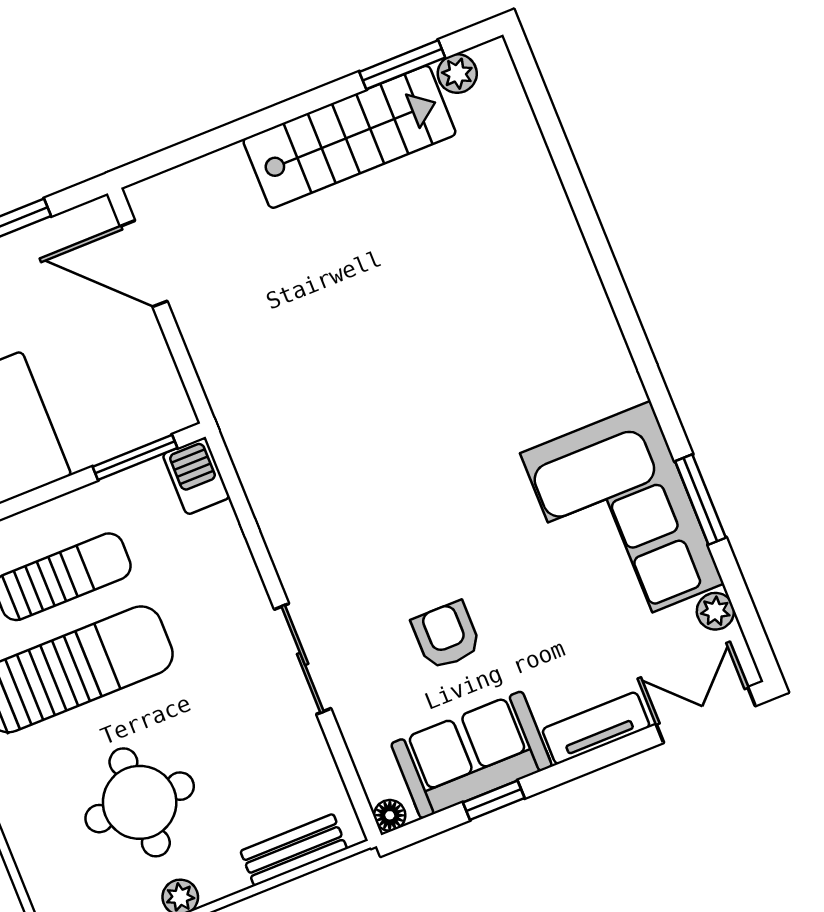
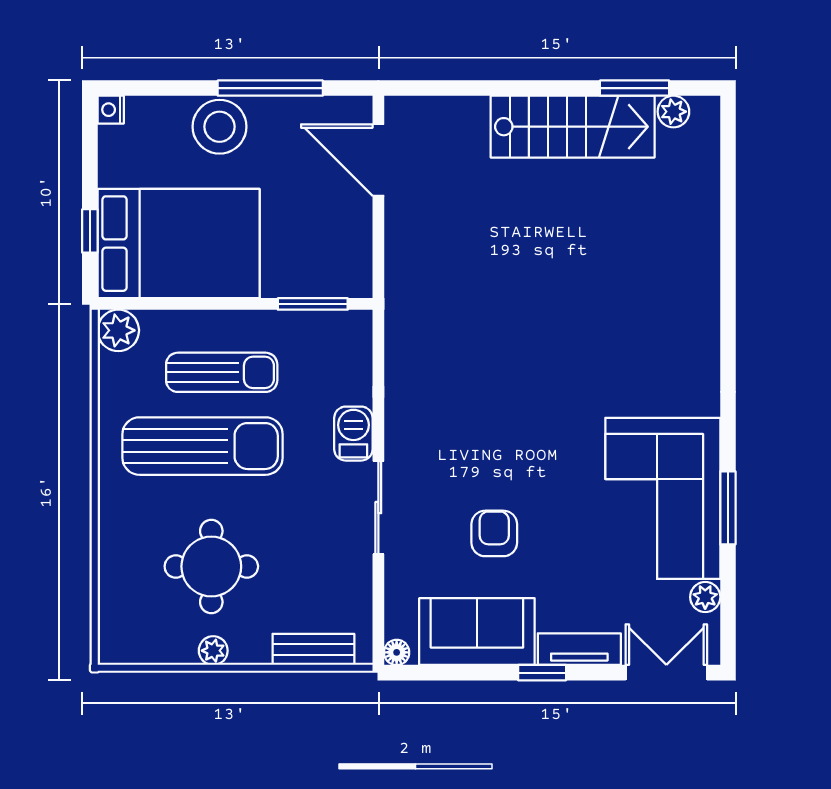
barbecue: (196, 476) -> (353, 434), moved
window: (494, 800) -> (542, 673), moved

